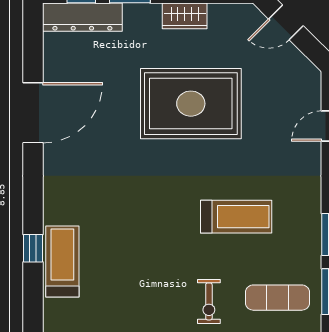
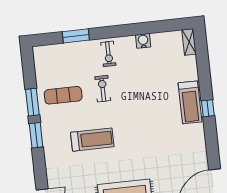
treadmill: (236, 217) -> (92, 140), turned 180

